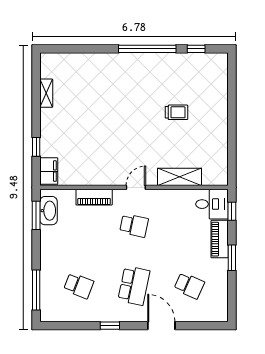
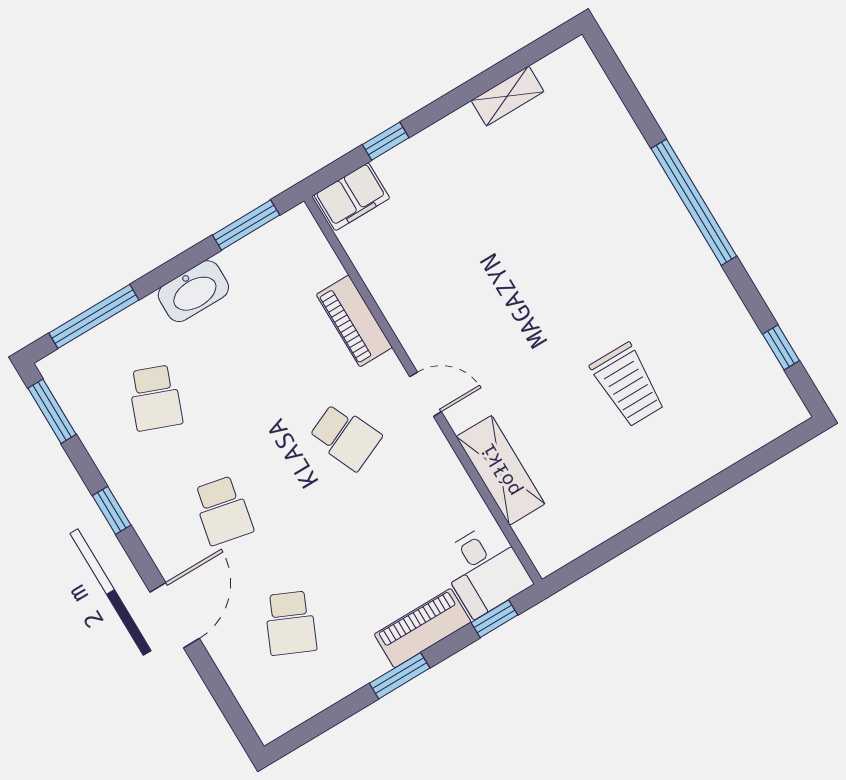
window: (147, 49) -> (694, 202), moved
trolley: (176, 112) -> (628, 385), width x1.36, depth x1.39
washbasin: (48, 211) -> (193, 291), moved
school desk: (134, 225) -> (345, 437), turned -36
school desk: (134, 286) -> (223, 510), width x0.54
window: (61, 326) -> (52, 411), added

